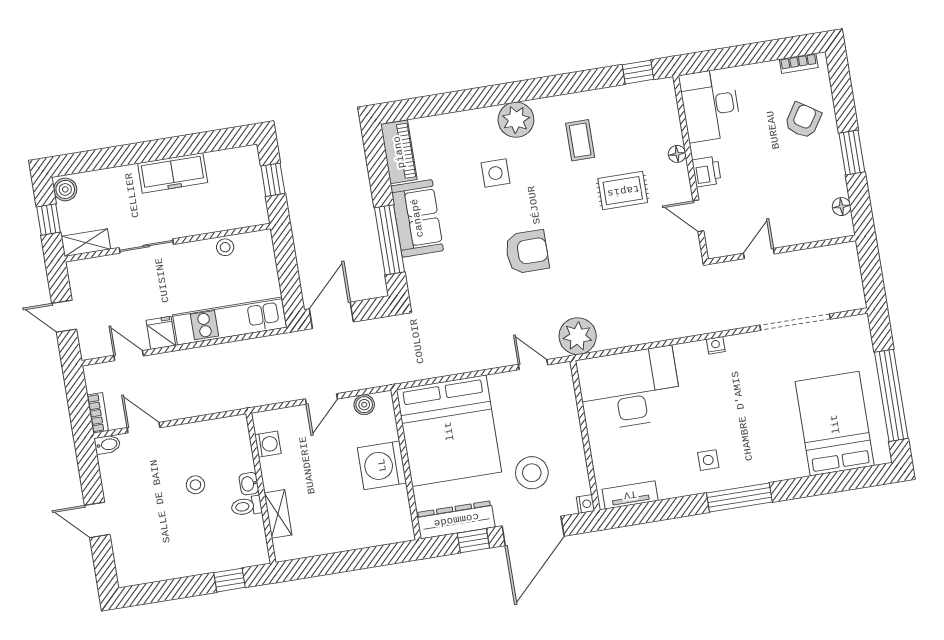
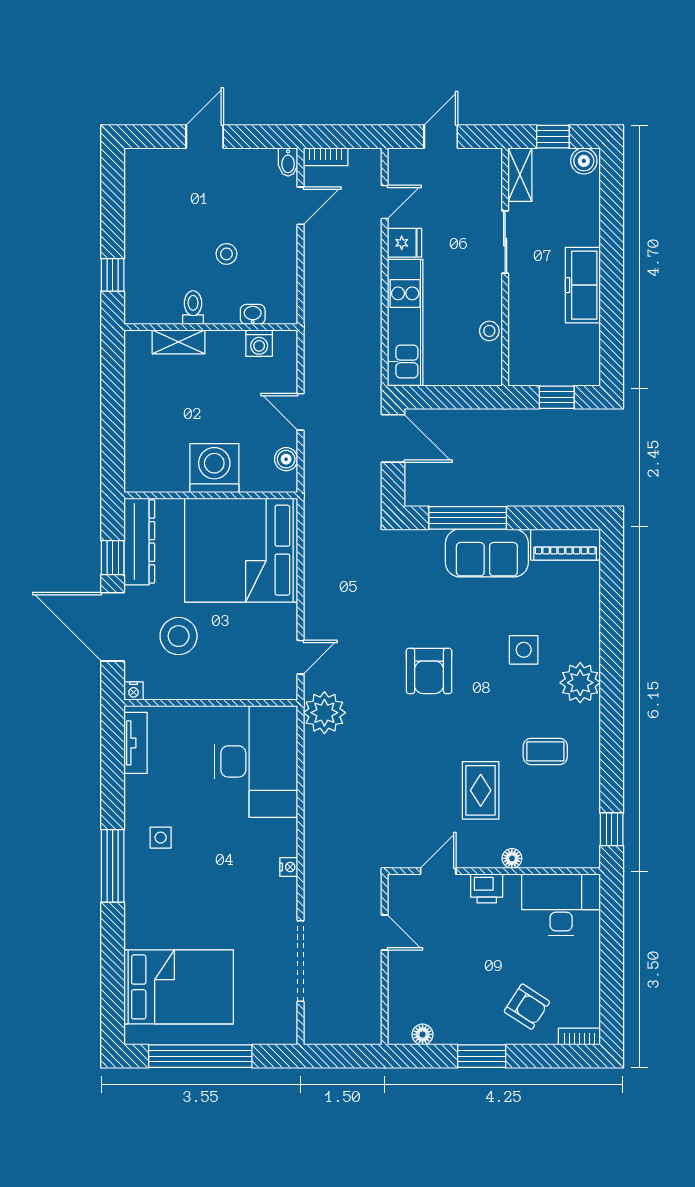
bookcase: (799, 63) -> (579, 1036), moved, turned 90
washbasin: (249, 484) -> (253, 314), moved

